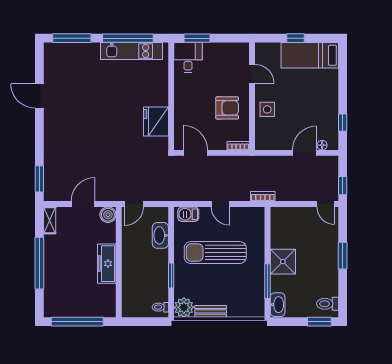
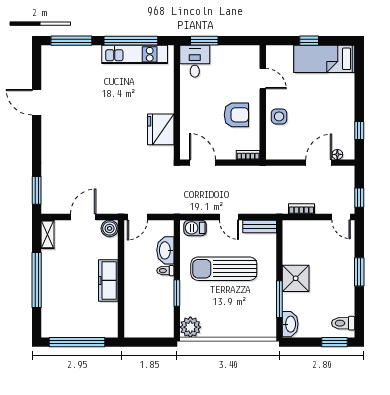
bookcase: (263, 196) -> (301, 209), moved
toilet: (160, 307) -> (165, 271), moved
bench: (211, 311) -> (260, 226), moved

